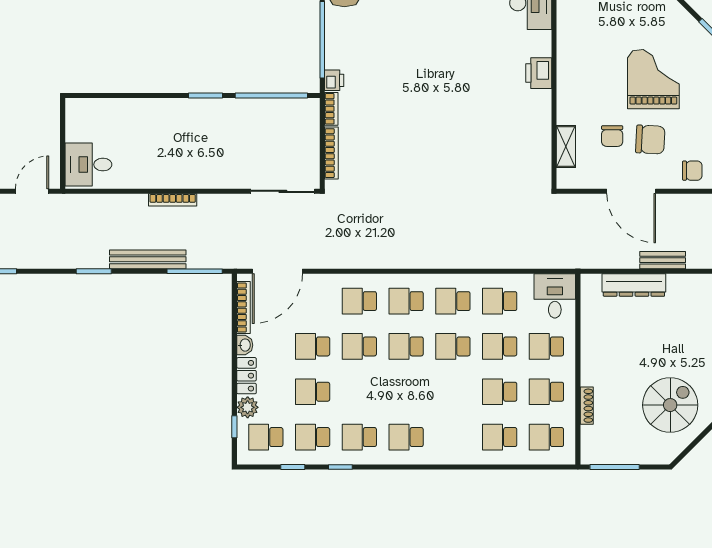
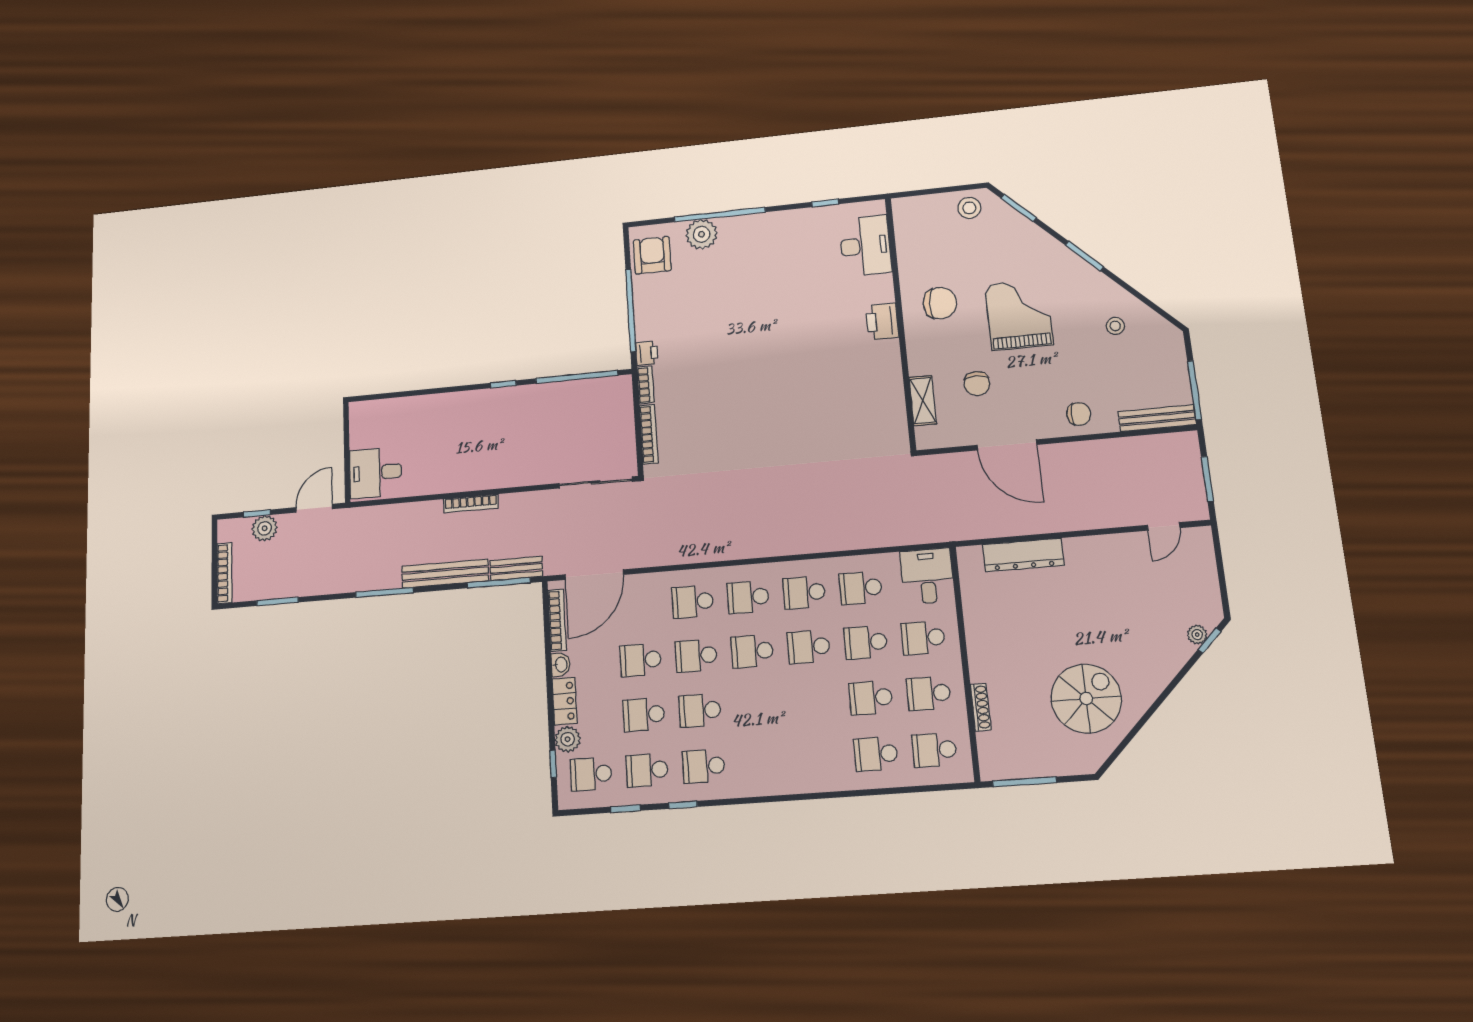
window: (206, 95) -> (503, 384), width x0.67
chair: (650, 140) -> (940, 303), moved
bench: (663, 260) -> (516, 568), moved
window: (94, 271) -> (384, 592), width x1.44
school desk: (406, 437) -> (700, 710), moved

